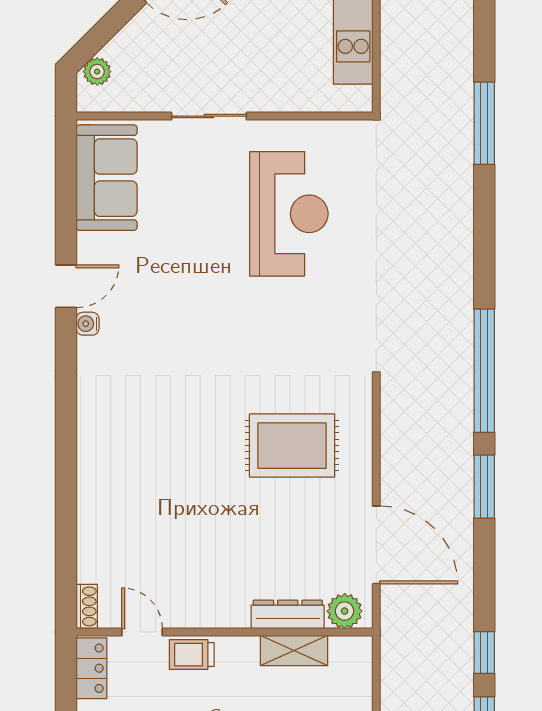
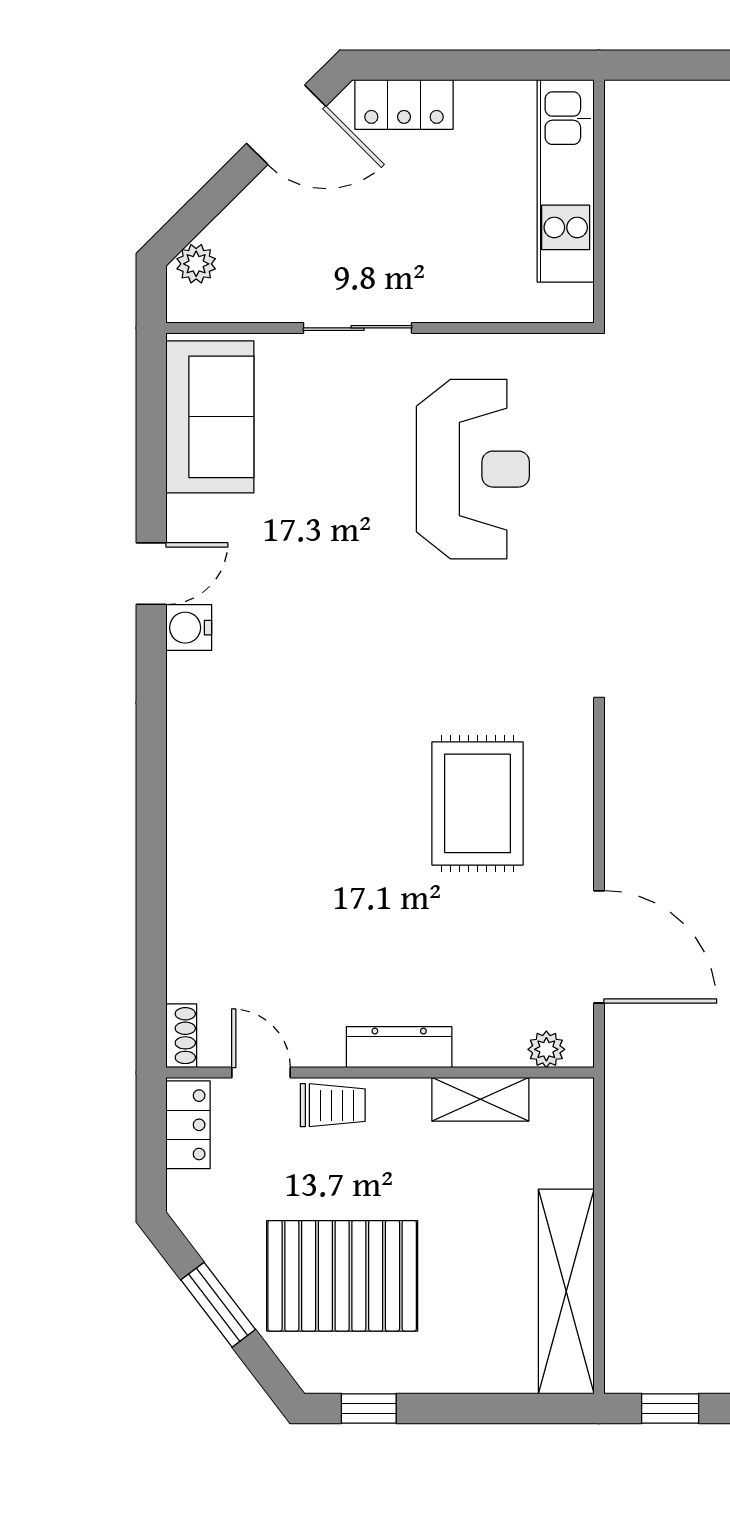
water cooler: (88, 324) -> (189, 628), width x1.38, depth x1.38
rug: (292, 446) -> (477, 803), turned 90
plant: (345, 611) -> (546, 1049), width x0.73, depth x0.73
dresser: (288, 614) -> (399, 1047), moved
trolley: (192, 655) -> (333, 1105), turned 180

